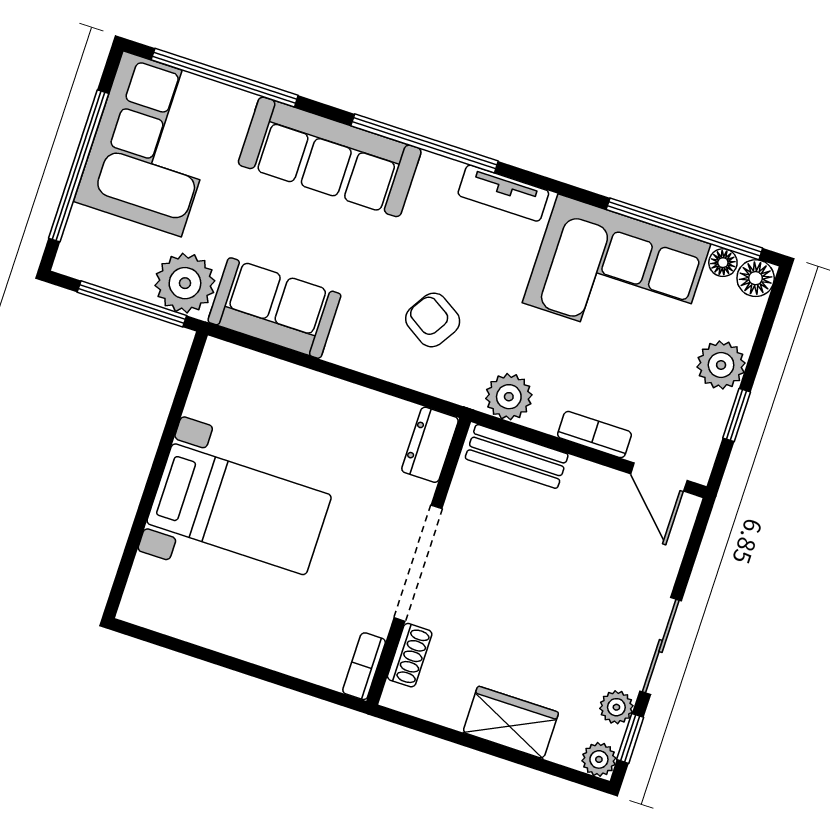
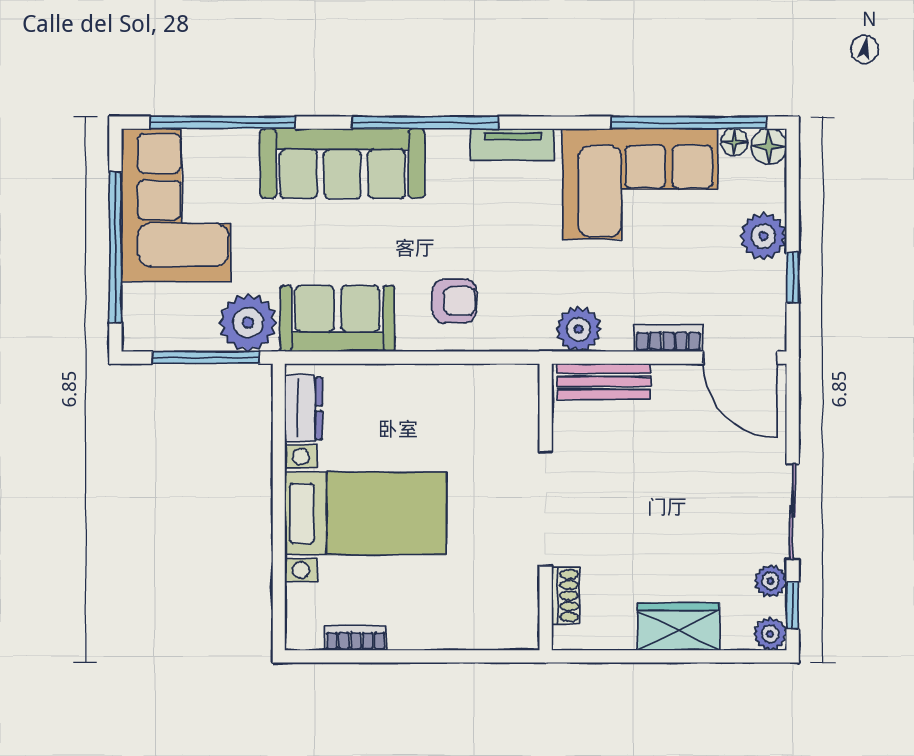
armchair: (433, 320) -> (454, 301), moved, turned 148
dresser: (430, 445) -> (303, 408), moved, turned 180
door: (659, 477) -> (740, 358), width x1.37
bookcase: (364, 666) -> (356, 638), moved, turned 90

